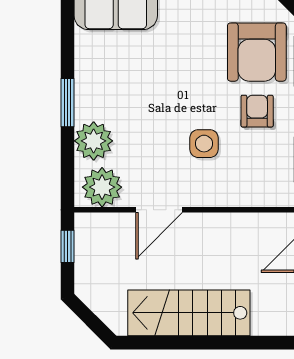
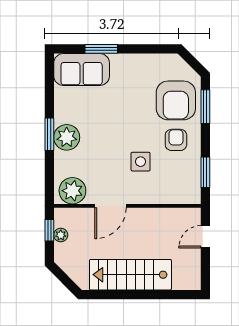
plant: (94, 141) -> (67, 137), moved
plant: (85, 253) -> (61, 235), added

